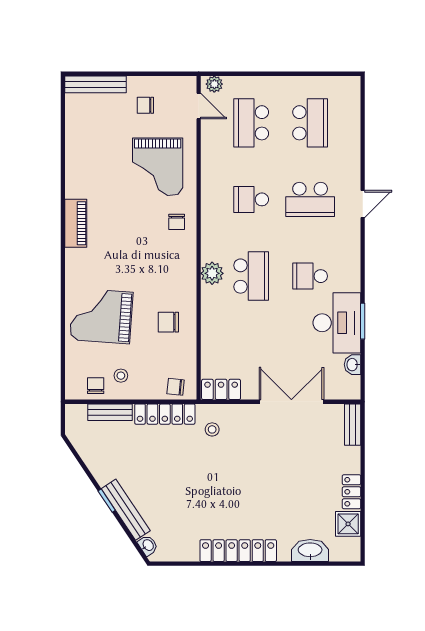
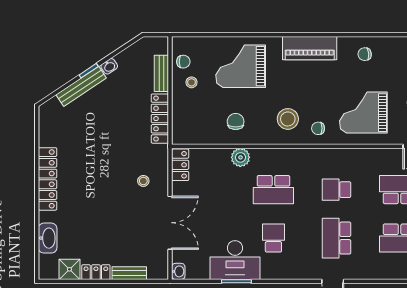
school desk: (251, 199) -> (336, 190), turned -90
piano: (76, 223) -> (310, 48), width x1.37, depth x1.33
stool: (165, 259) -> (288, 119), added
plant: (212, 273) -> (240, 157), moved
grand piano: (101, 316) -> (241, 66), turned -94
washbasin: (353, 365) -> (178, 271), moved, turned 90
chair: (176, 387) -> (365, 54), moved, turned -101
bench: (353, 425) -> (129, 273), moved
stool: (212, 429) -> (143, 181), moved
washbasin: (148, 545) -> (109, 66), moved

